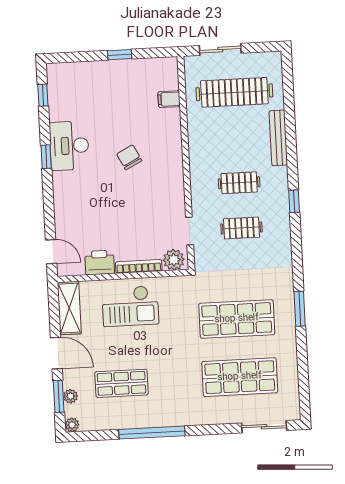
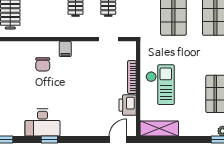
filing cabinet: (169, 99) -> (65, 49), moved
chair: (129, 157) -> (43, 64), moved, turned -63
plant: (174, 260) -> (128, 52), removed
door: (56, 353) -> (191, 140), removed

